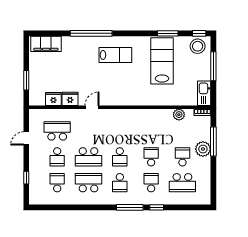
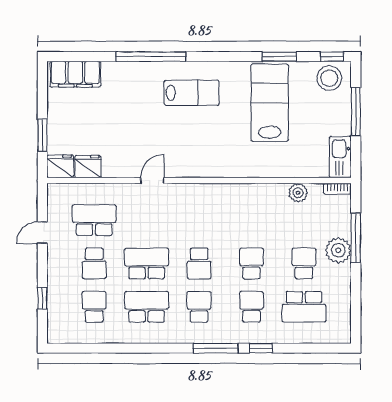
fridge: (70, 99) -> (60, 166), moved
school desk: (88, 157) -> (147, 263), turned 180
school desk: (120, 183) -> (199, 307), turned 180

